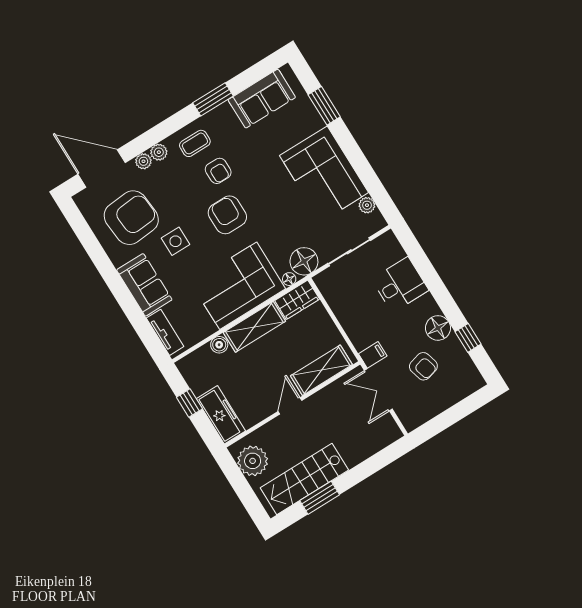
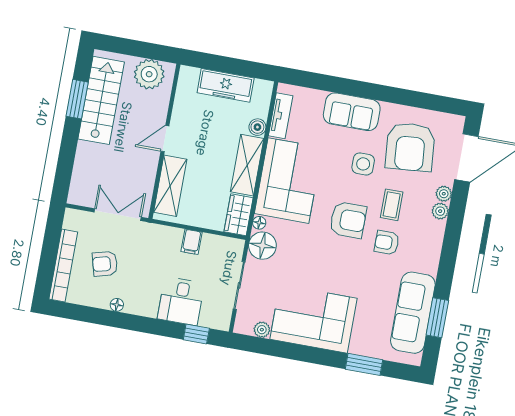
window: (213, 99) -> (437, 318), moved
sofa: (262, 99) -> (413, 313), width x1.36
coffee table: (195, 143) -> (392, 205), moved
floor lamp: (438, 328) -> (117, 305), width x0.53, depth x0.53
tv unit: (165, 332) -> (281, 116), moved, turned -90
window: (468, 338) -> (196, 334), moved
filing cabinet: (373, 355) -> (191, 242), moved
bookcase: (453, 396) -> (63, 265), added
window: (189, 403) -> (234, 66), removed
door: (290, 406) -> (165, 139), swing flipped
freezer: (221, 415) -> (226, 85), moved

